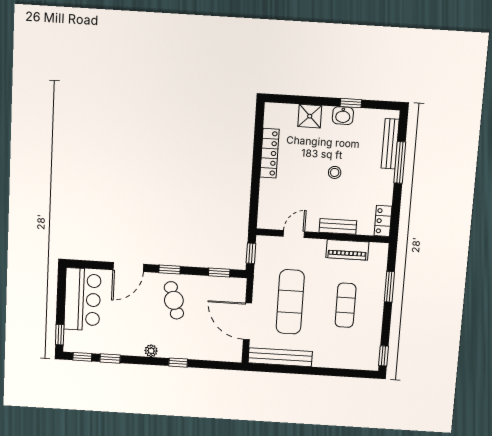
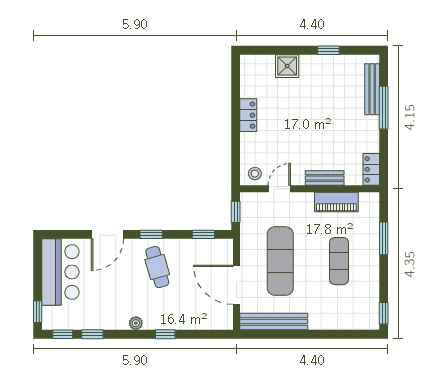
washbasin: (343, 116) -> (321, 63), removed
locker: (270, 153) -> (248, 115), width x0.66
stool: (335, 172) -> (255, 174), moved

